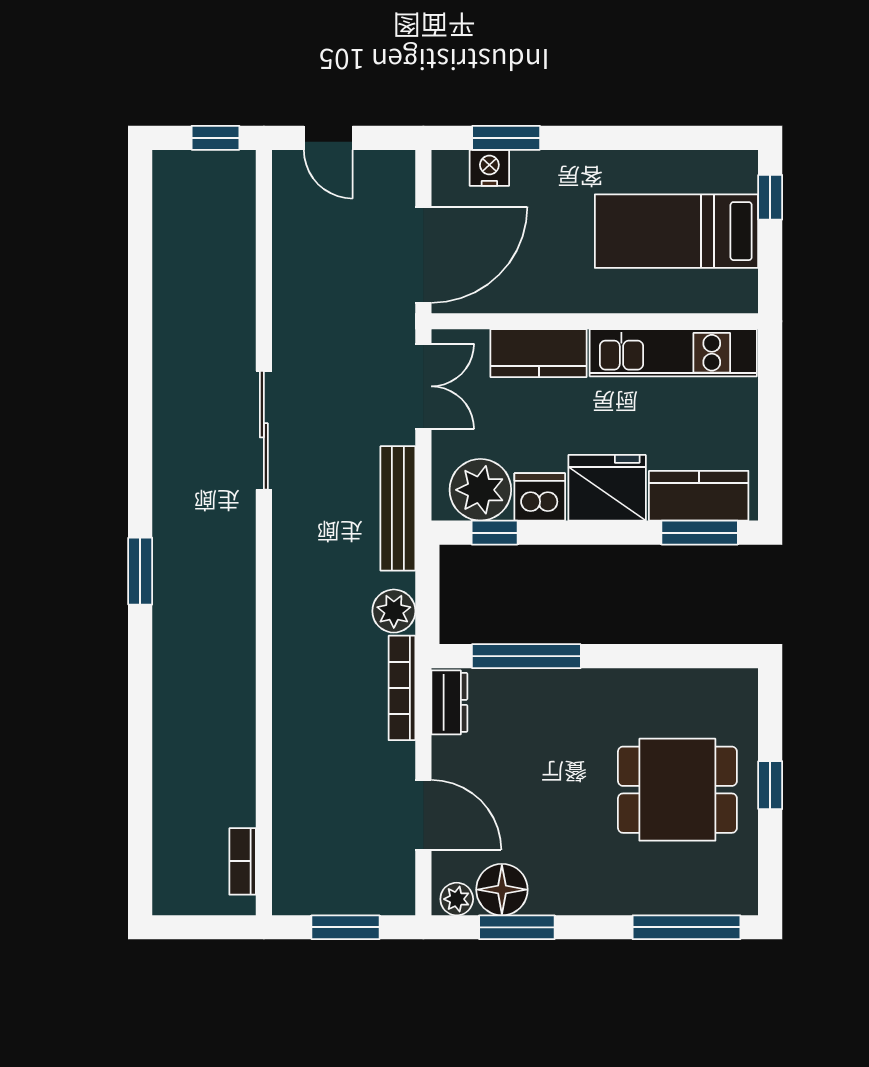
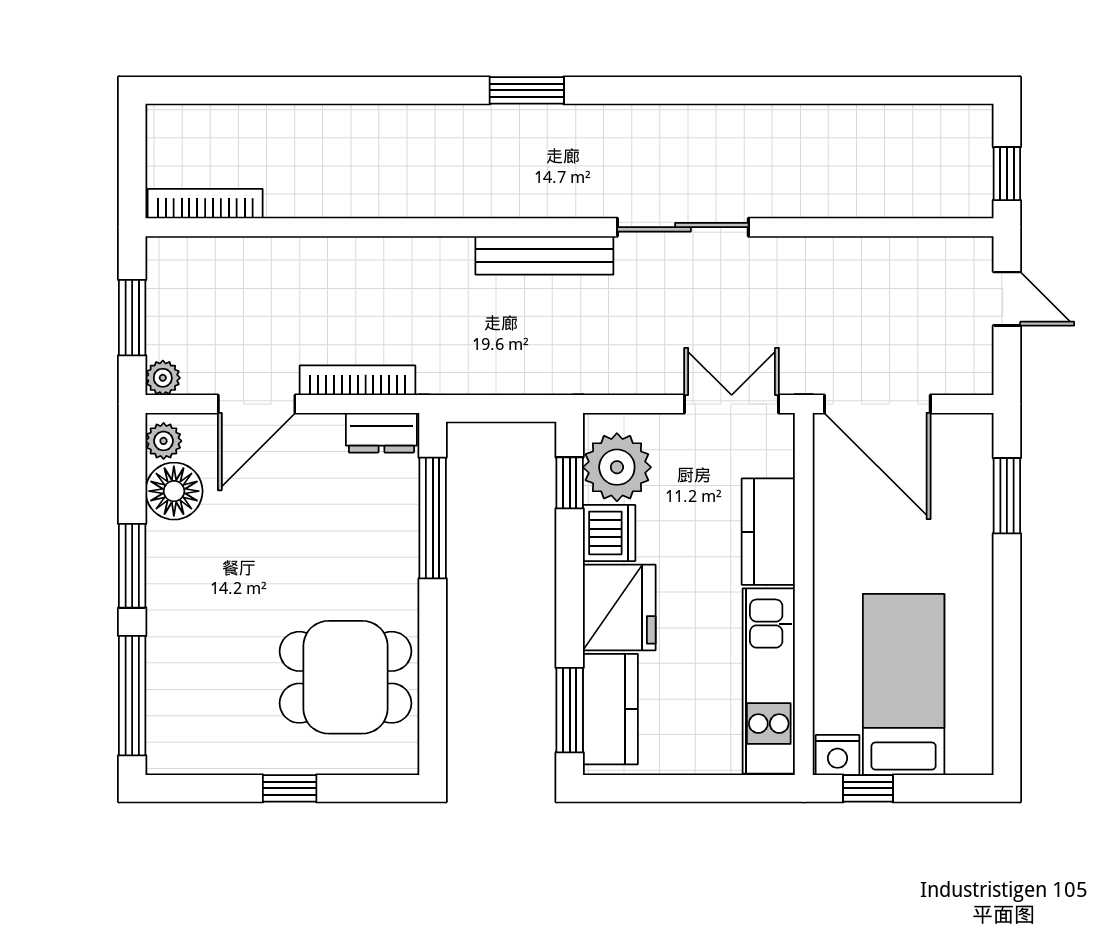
door: (328, 138) -> (1007, 299), swing flipped
nightstand: (489, 168) -> (838, 755), moved, turned 90
window: (770, 197) -> (868, 788), moved
double door: (423, 386) -> (732, 404), swing flipped
bench: (398, 508) -> (544, 255), moved
plant: (394, 611) -> (163, 378), moved, width x0.73, depth x0.73
bookcase: (402, 688) -> (358, 380), moved
dining table: (677, 790) -> (345, 677), moved, turned 90
bookcase: (243, 861) -> (205, 204), width x1.56
window: (517, 927) -> (132, 566), moved

